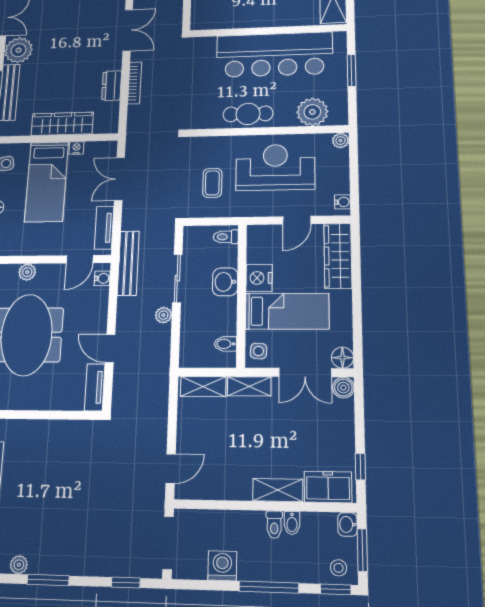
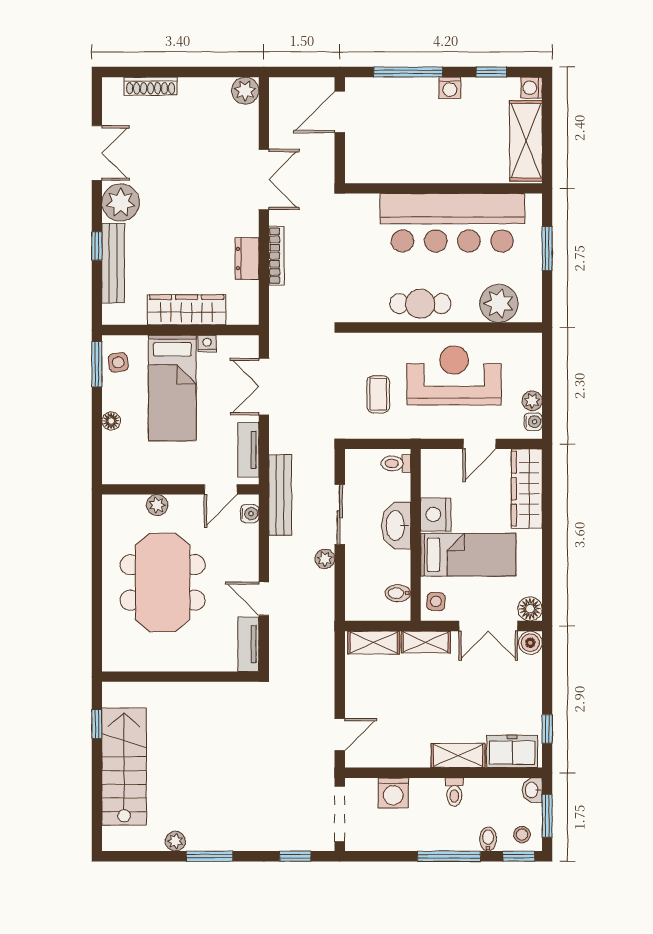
plant: (341, 141) -> (532, 401), moved
washbasin: (225, 282) -> (396, 526), width x1.38
bidet: (292, 523) -> (488, 839), moved, turned 180
washing machine: (222, 566) -> (393, 793), moved, turned 180

